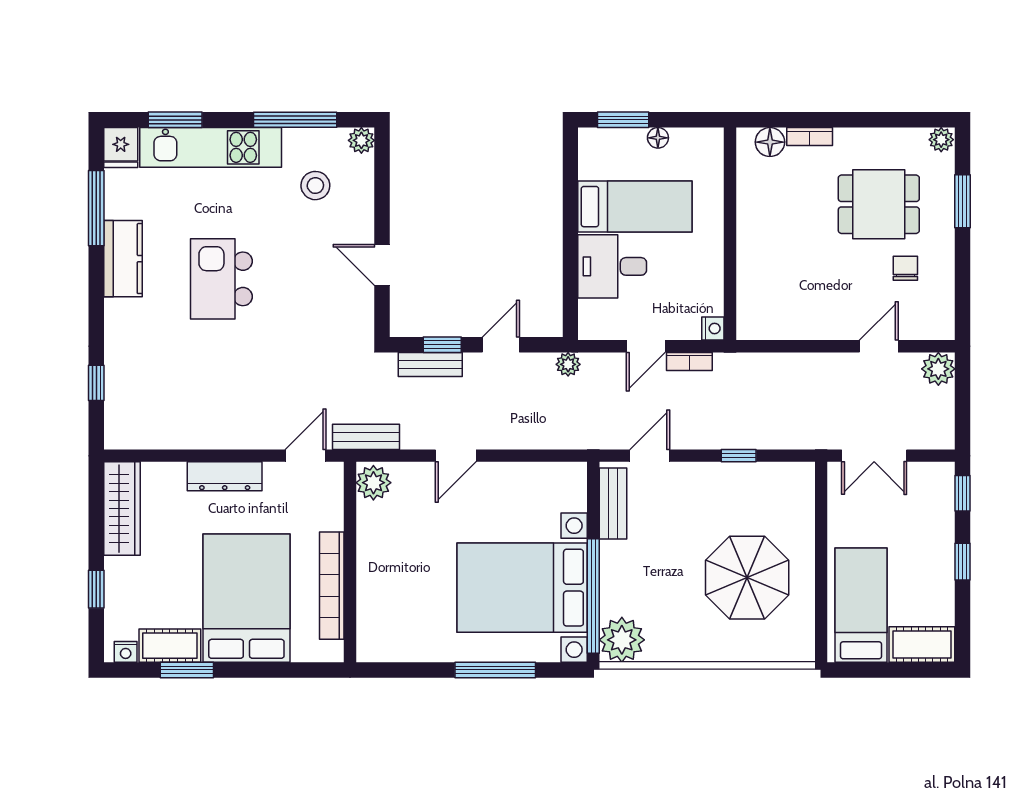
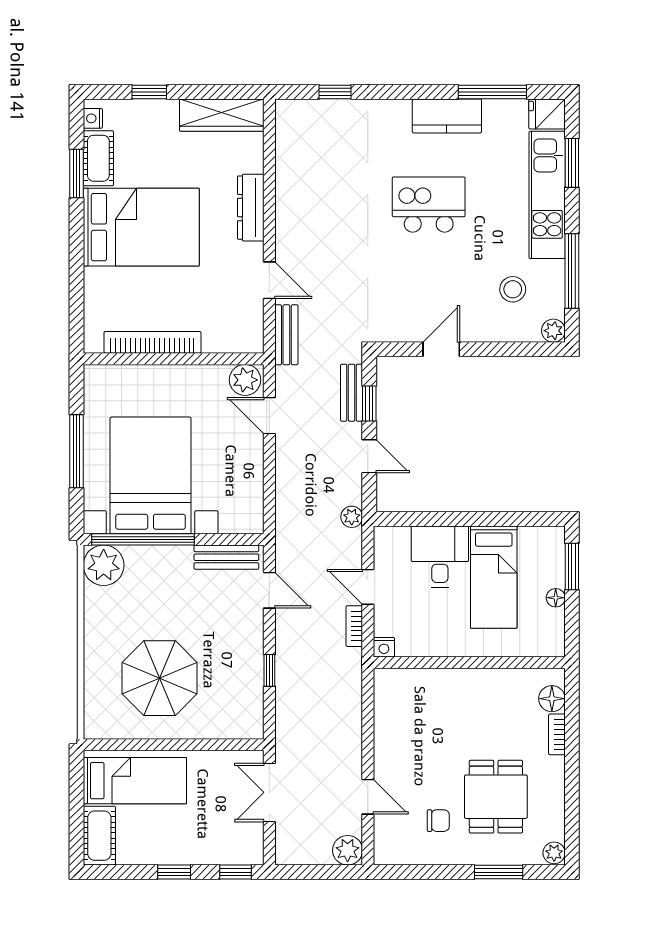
plant: (373, 483) -> (245, 380), moved
wall: (350, 562) -> (174, 359), moved
bookcase: (332, 586) -> (152, 342), moved

